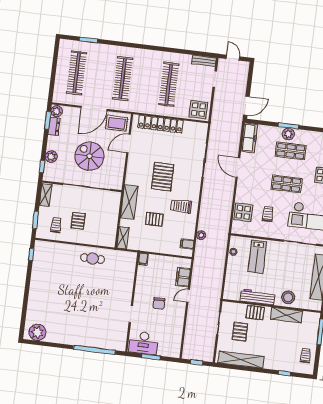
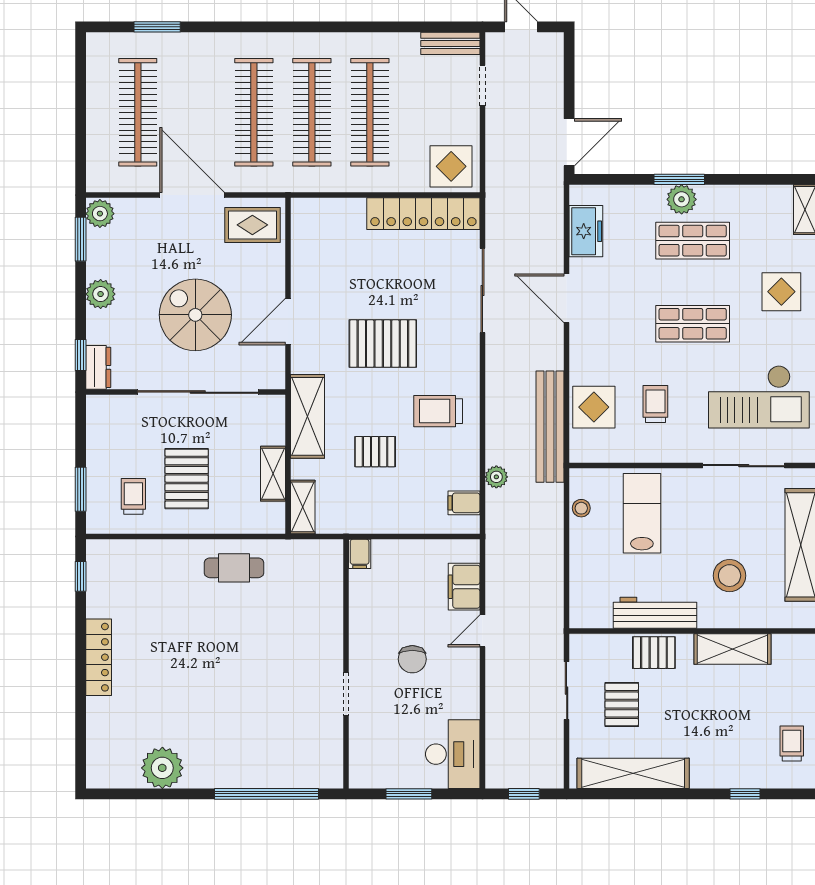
clothes rail: (146, 81) -> (312, 112), added
door: (94, 108) -> (192, 195), swing flipped
locker: (161, 124) -> (423, 214), moved
dresser: (54, 126) -> (98, 367), moved
freezer: (249, 138) -> (586, 231), width x0.71
door: (128, 144) -> (288, 322), moved
plant: (51, 157) -> (101, 294), moved
pallet: (163, 177) -> (383, 344), turned 90
shelving: (46, 195) -> (273, 474), moved
bench: (225, 218) -> (550, 427), added
pallet: (78, 221) -> (187, 479), width x1.50, depth x1.42
lab bench: (257, 257) -> (642, 513), turned 180
locker: (34, 287) -> (99, 657), added
stool: (288, 297) -> (730, 576), moved
plant: (37, 332) -> (162, 768), moved
desk: (144, 343) -> (453, 754), moved, turned -90

